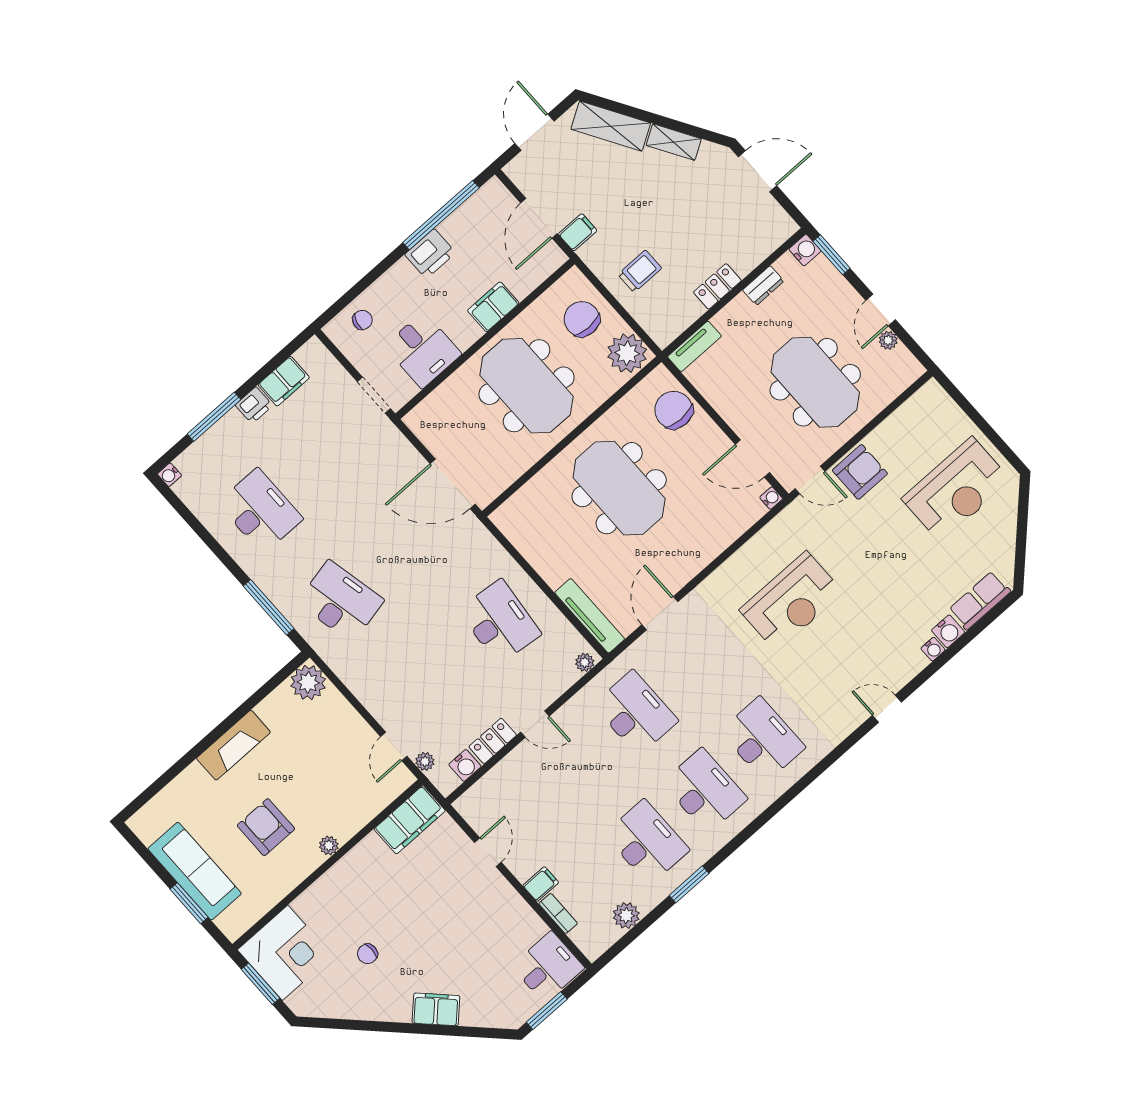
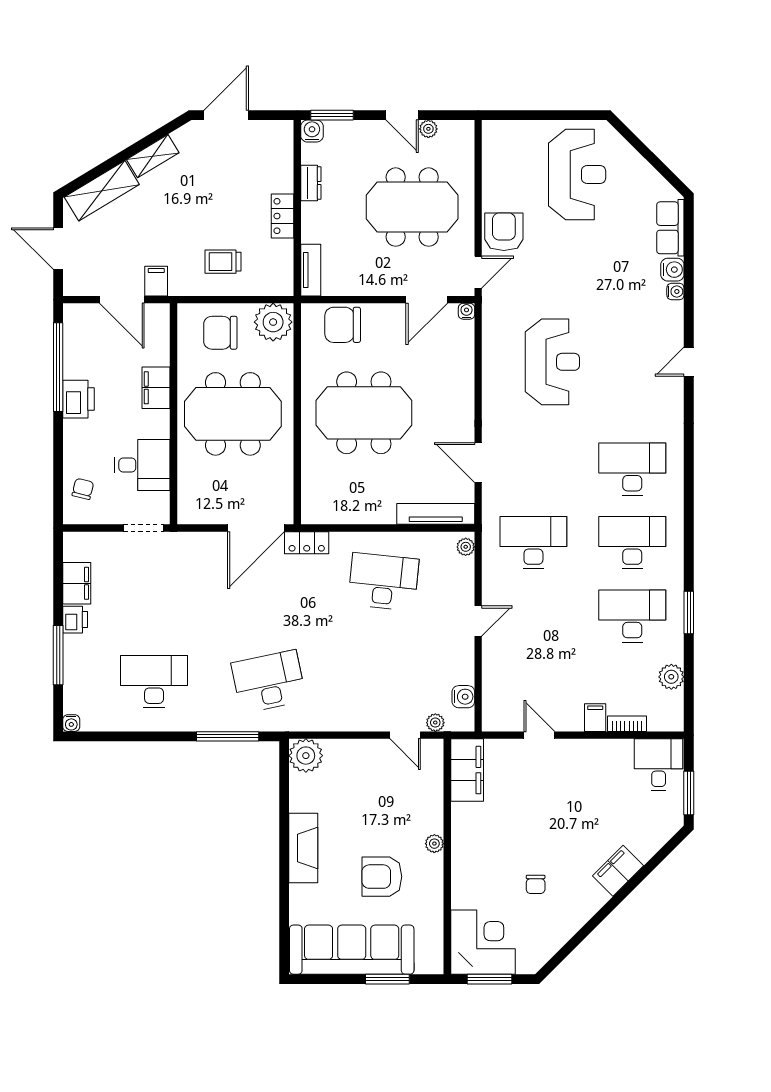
trolley: (640, 271) -> (223, 262), turned -90
locker: (493, 741) -> (307, 543), moved, turned -90
sofa: (195, 871) -> (352, 950), width x1.36, depth x1.27

